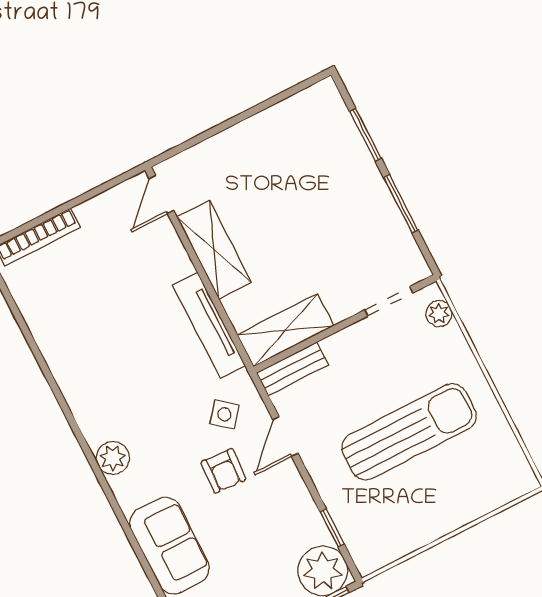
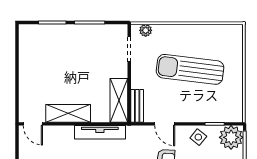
side table: (224, 414) -> (198, 137), moved
sun lounger: (409, 432) -> (190, 69), turned -83

